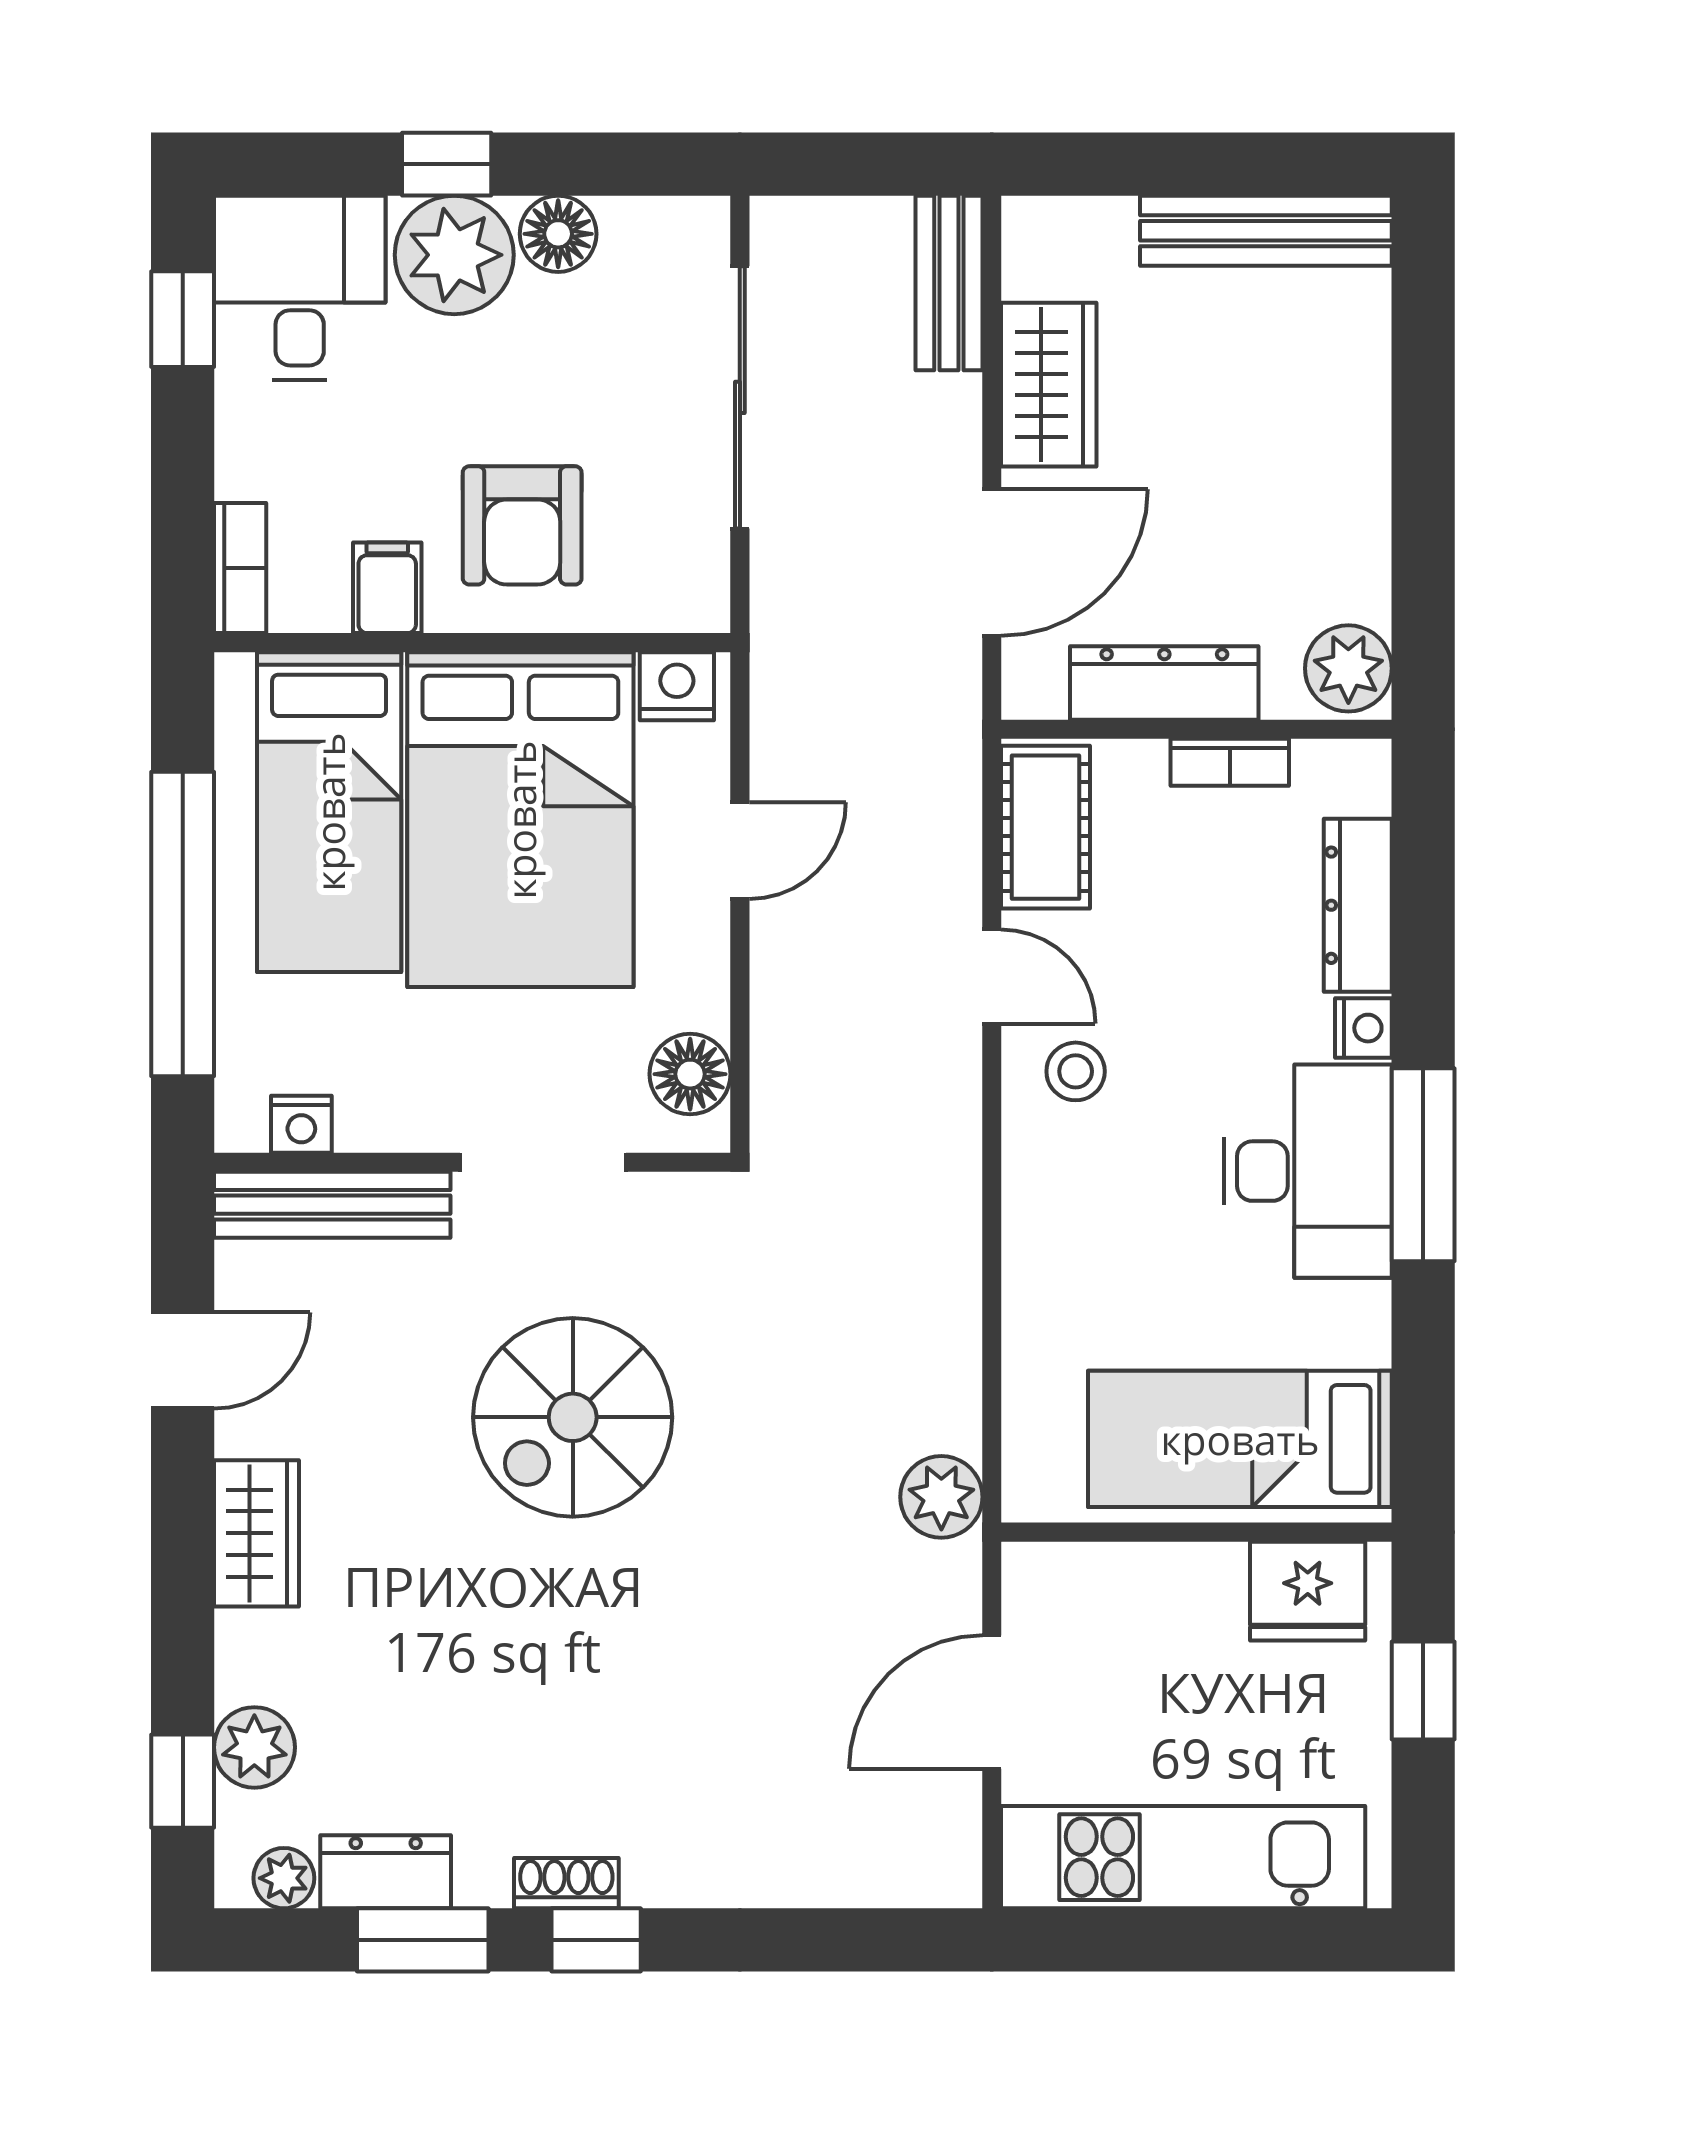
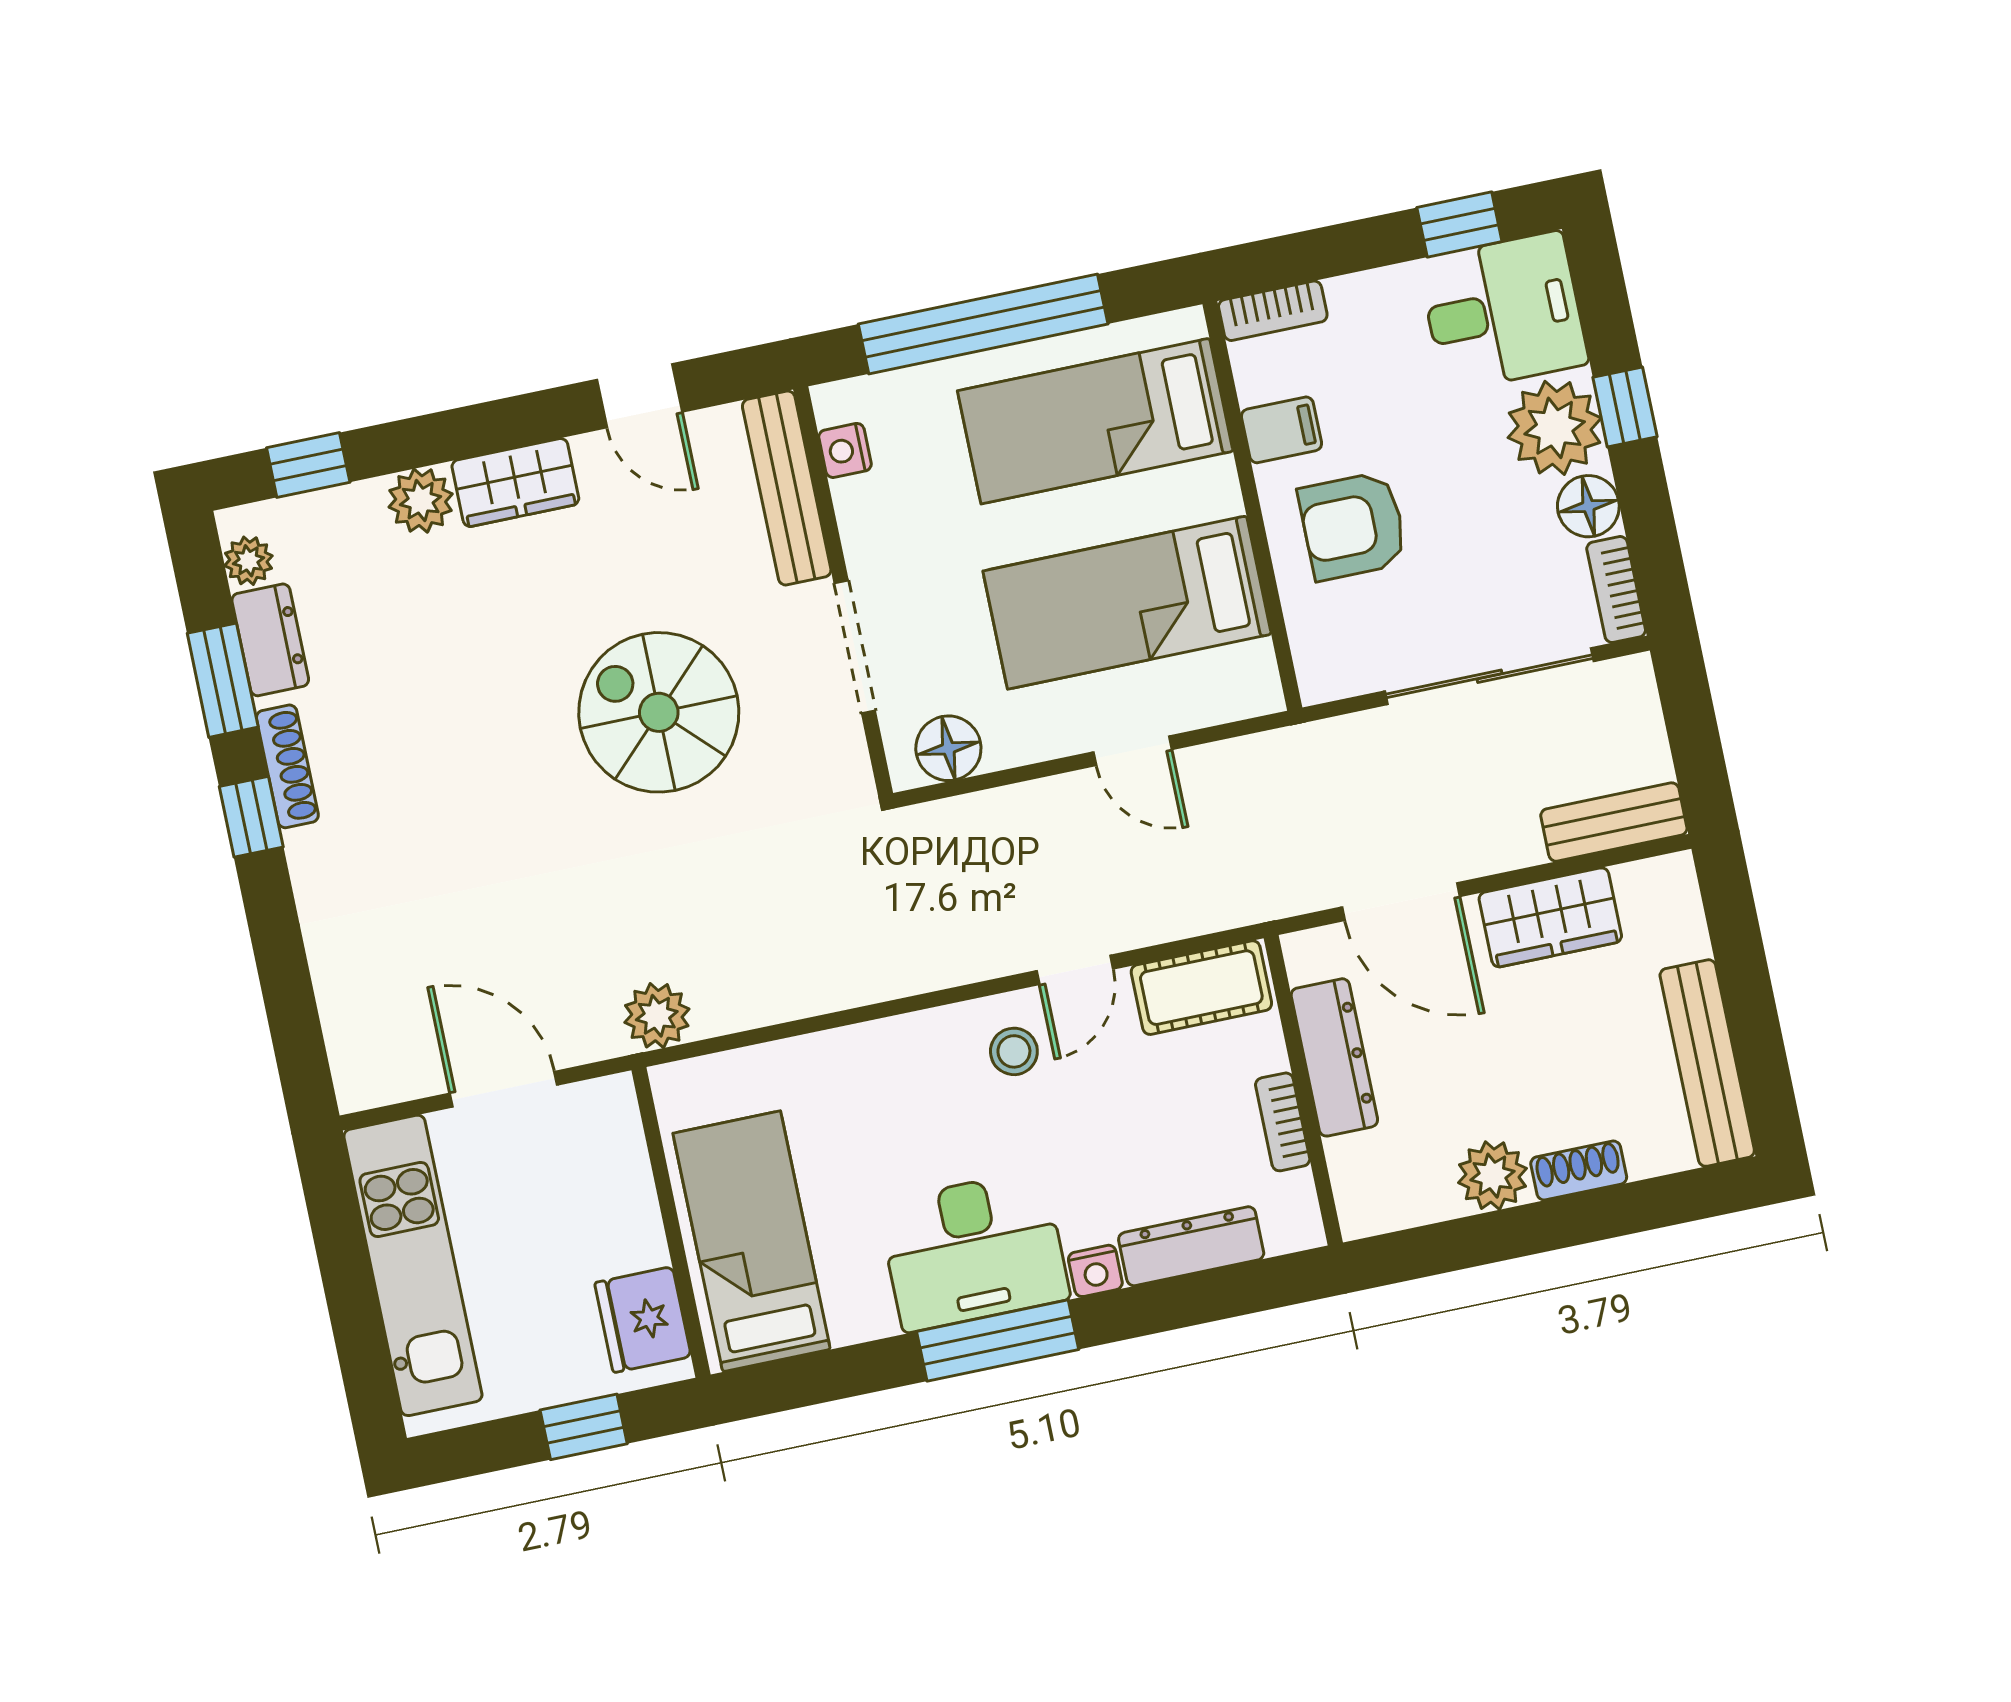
bookcase: (667, 221) -> (1616, 589), added
shoe rack: (1364, 414) -> (1579, 1171), added
plant: (1348, 668) -> (1492, 1176), moved
nightstand: (677, 686) -> (1252, 674), removed
bed: (520, 820) -> (1127, 603), width x0.67
plant: (254, 1747) -> (421, 501), moved
shoe rack: (566, 1883) -> (287, 766), width x1.43

